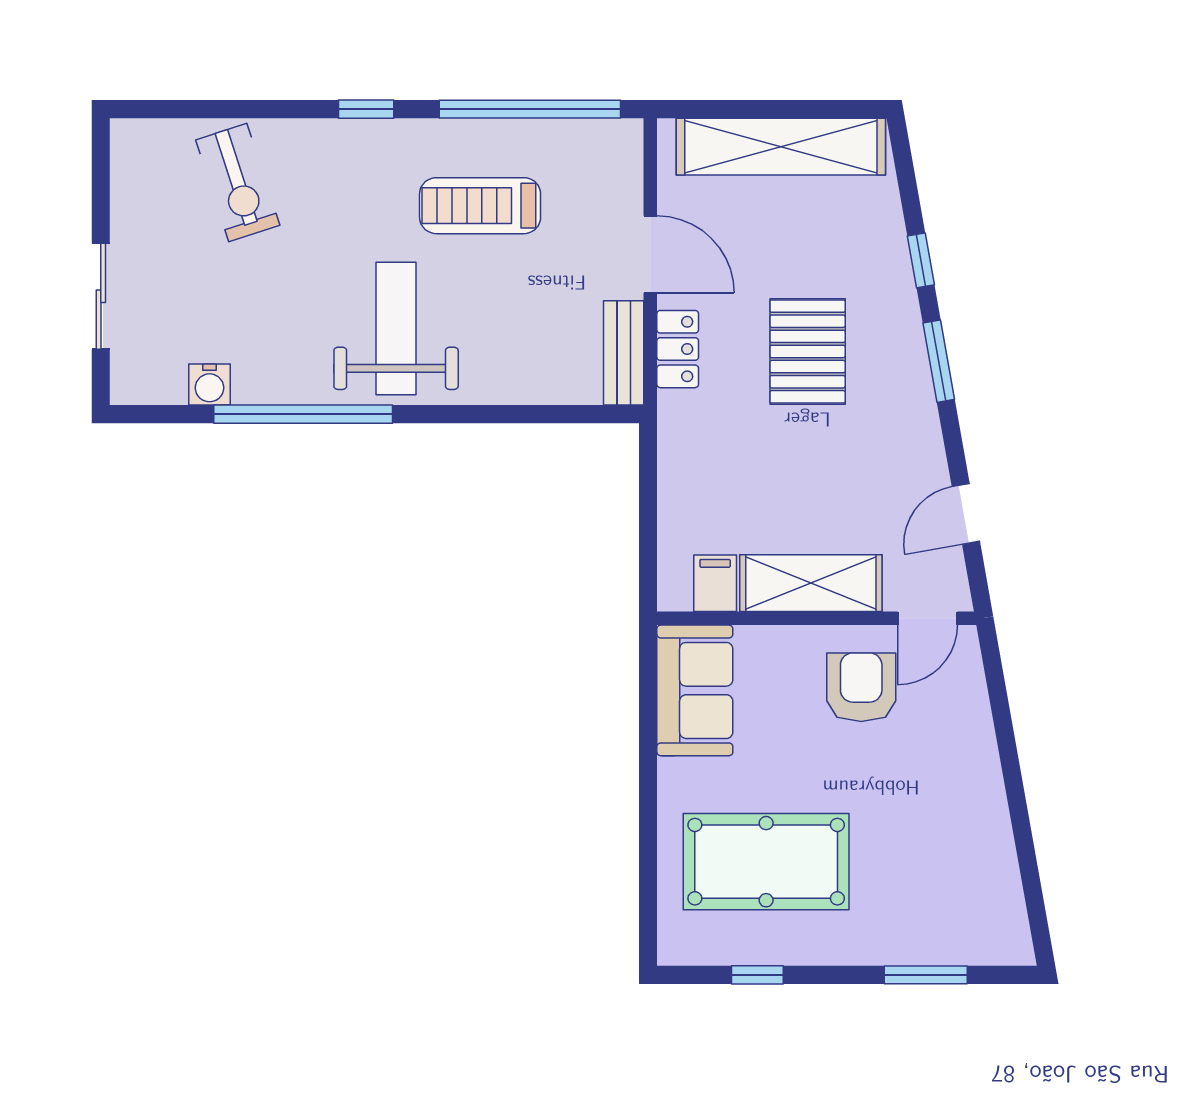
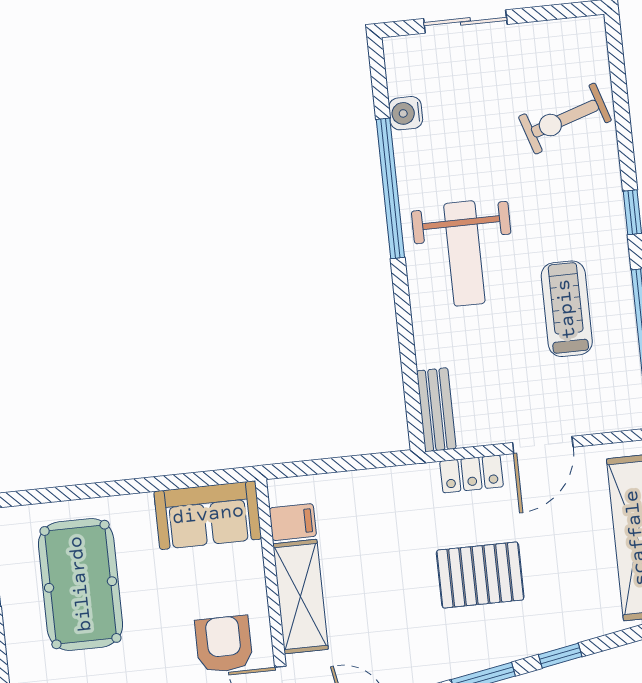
weight bench: (396, 329) -> (464, 253), turned 90
bench: (624, 353) -> (436, 410), moved, turned 90
armchair: (861, 687) -> (224, 644), turned -90

